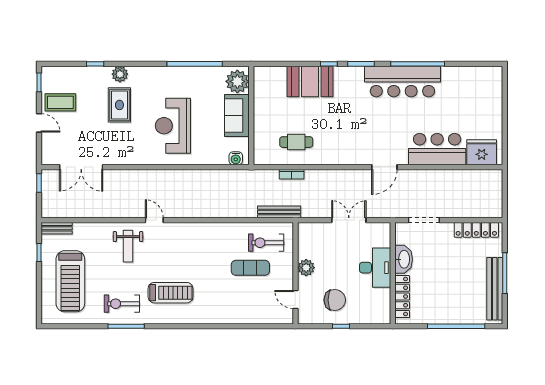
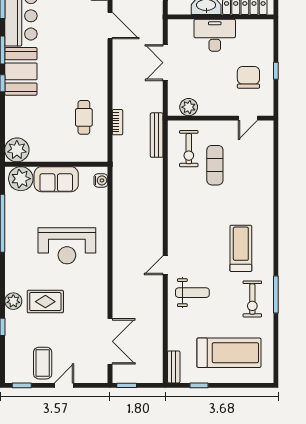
plant: (265, 78) -> (17, 150), added
booth: (310, 82) -> (21, 71), moved
plant: (306, 268) -> (189, 107), moved

